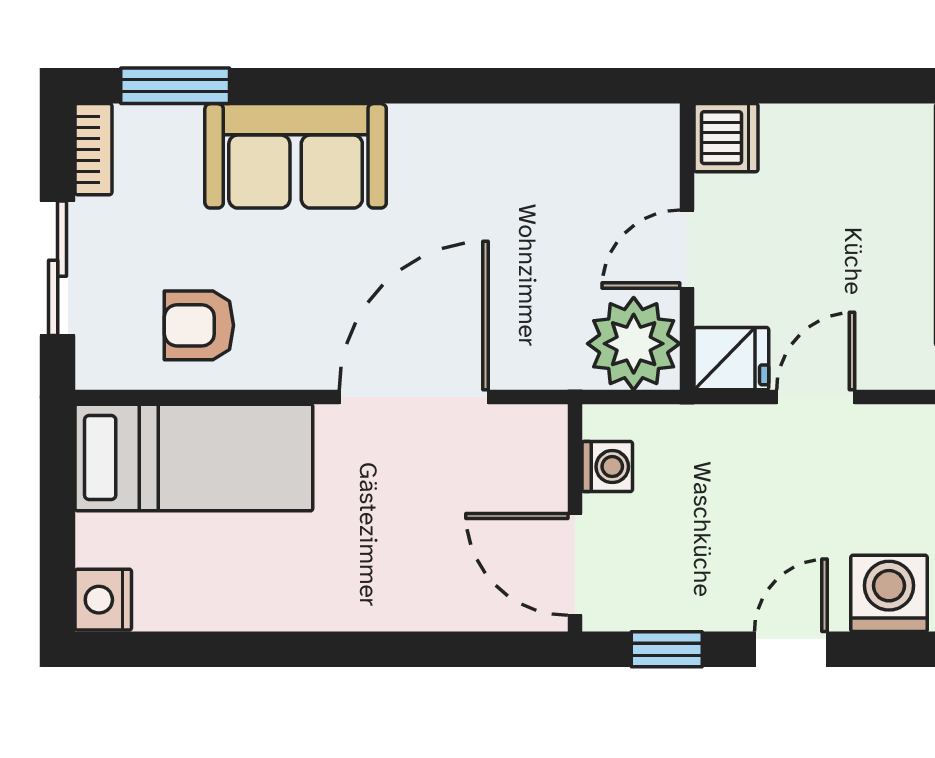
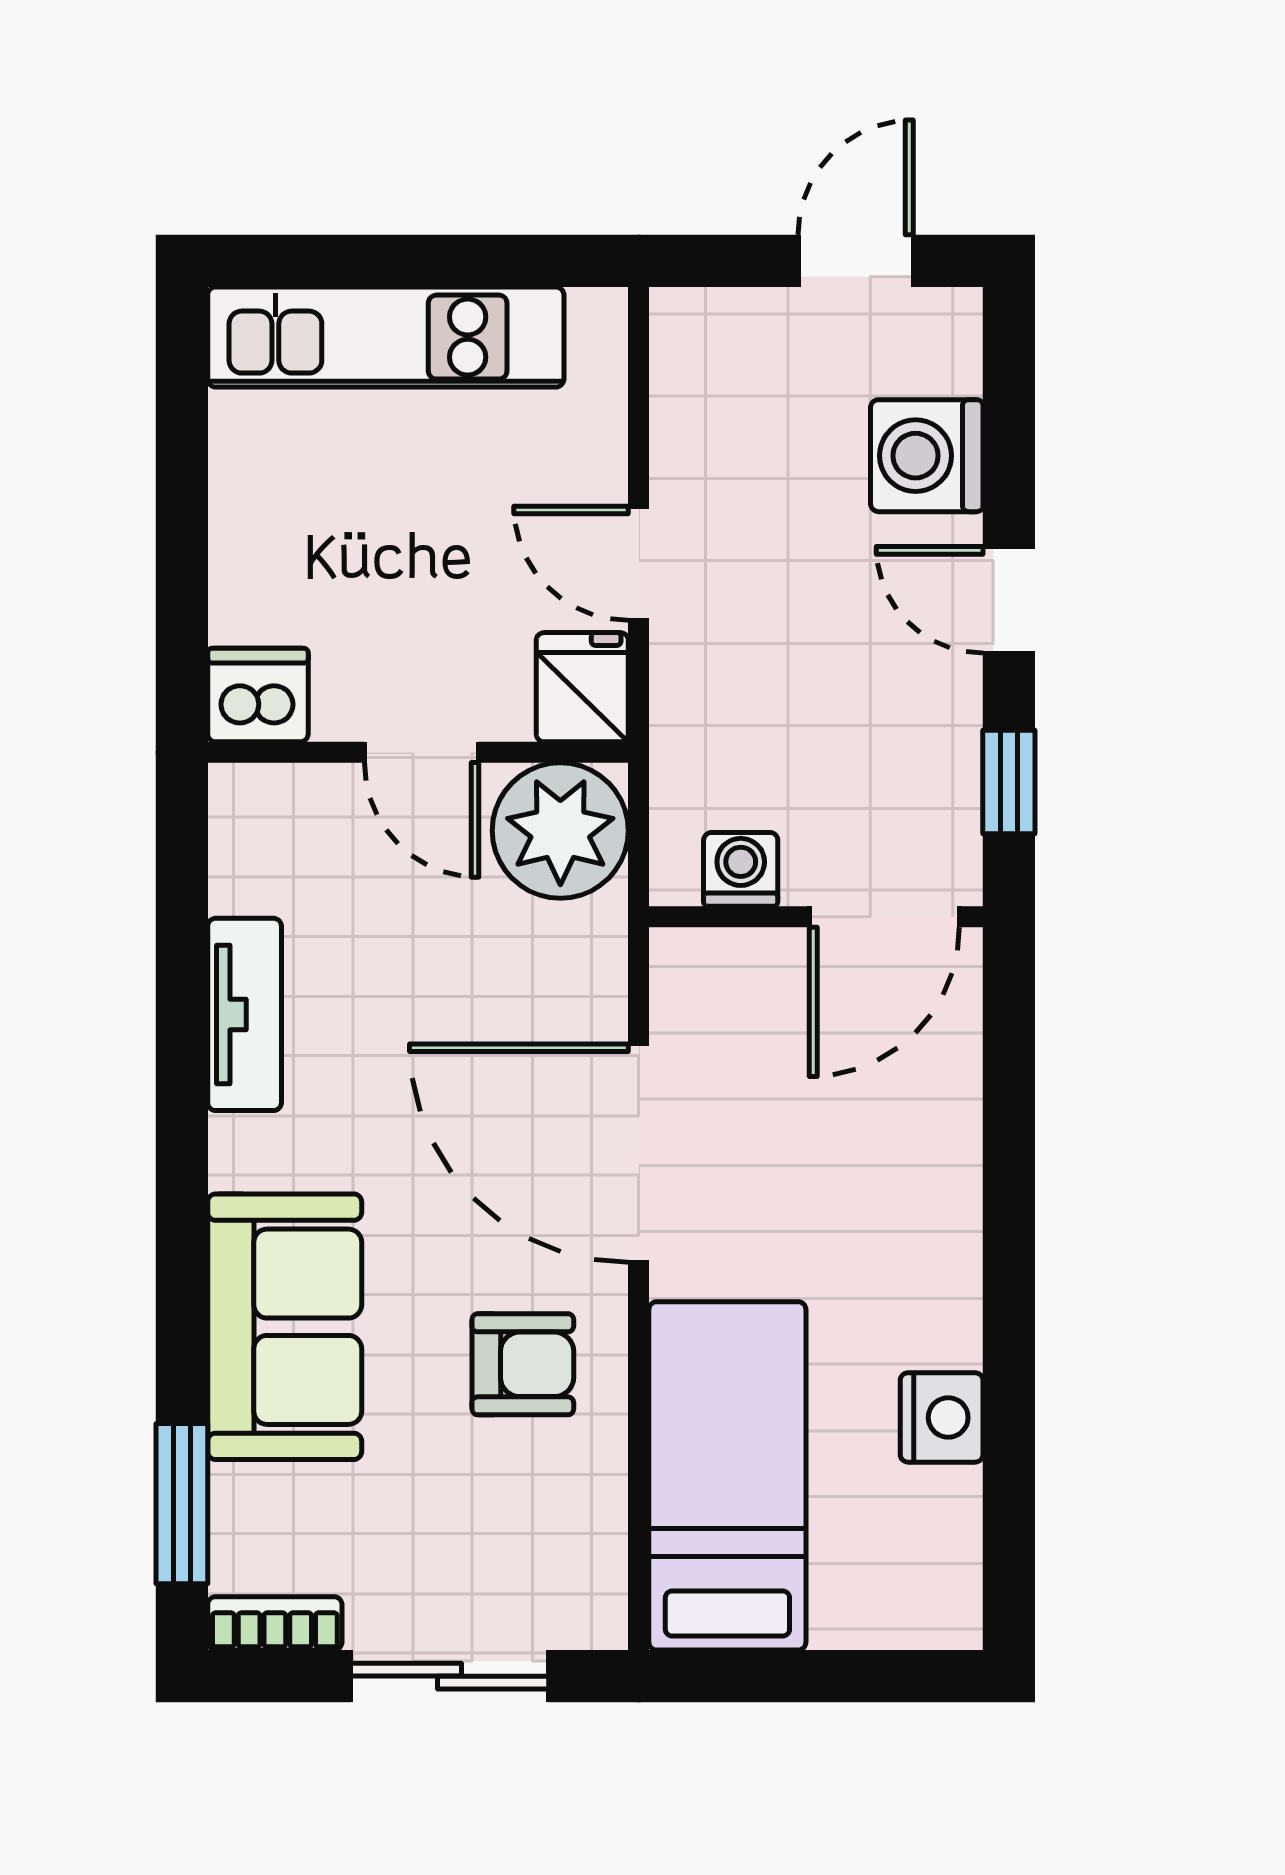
tv unit: (508, 129) -> (245, 1014), added
armchair: (199, 325) -> (523, 1364), moved, turned -90
nightstand: (103, 600) -> (942, 1417), moved, turned -90

